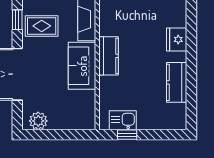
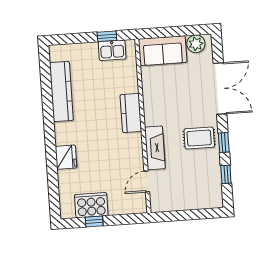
fridge: (177, 39) -> (66, 157), moved
sofa: (82, 66) -> (163, 51), moved, turned 90
kitchen counter: (177, 82) -> (61, 92), width x1.50

